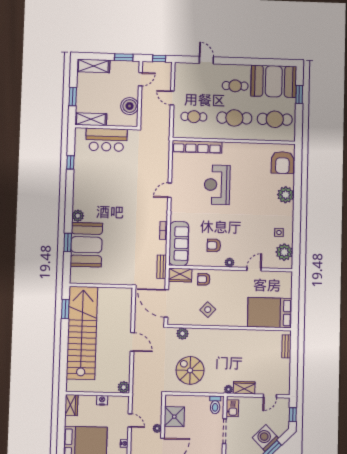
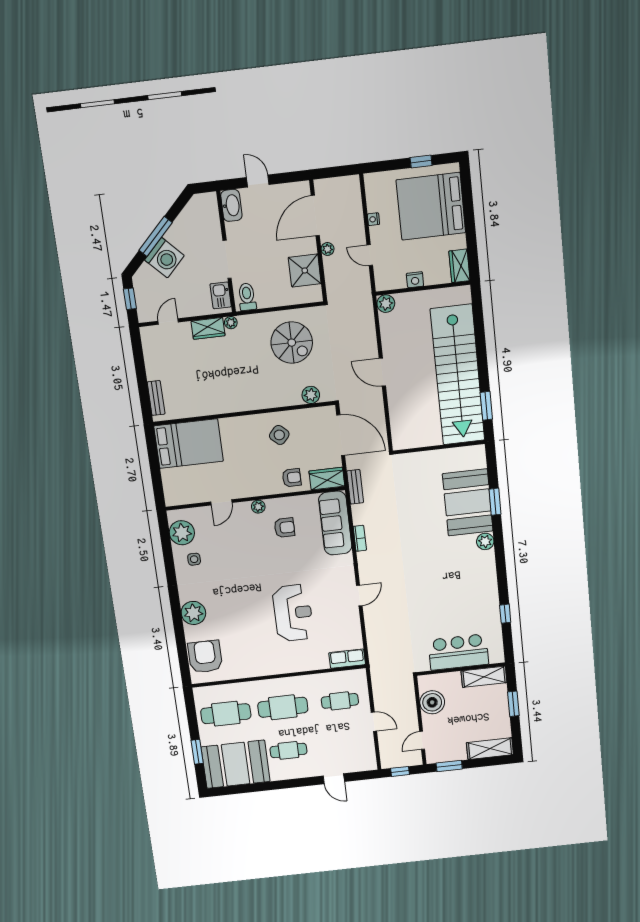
row of seats: (197, 147) -> (347, 659), width x0.50

